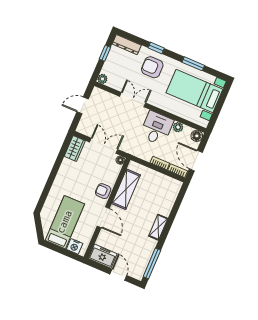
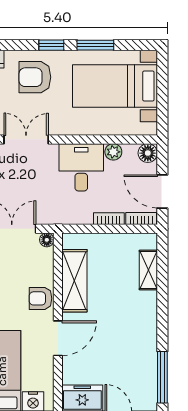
window: (156, 48) -> (51, 45), moved
door: (103, 217) -> (58, 338), hinge flipped
shelving: (158, 227) -> (148, 270), moved

